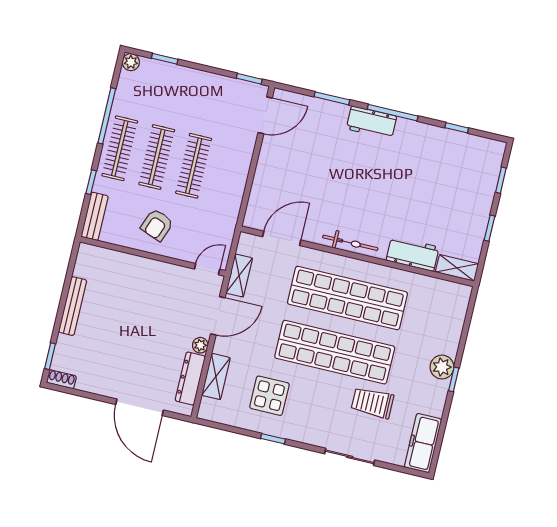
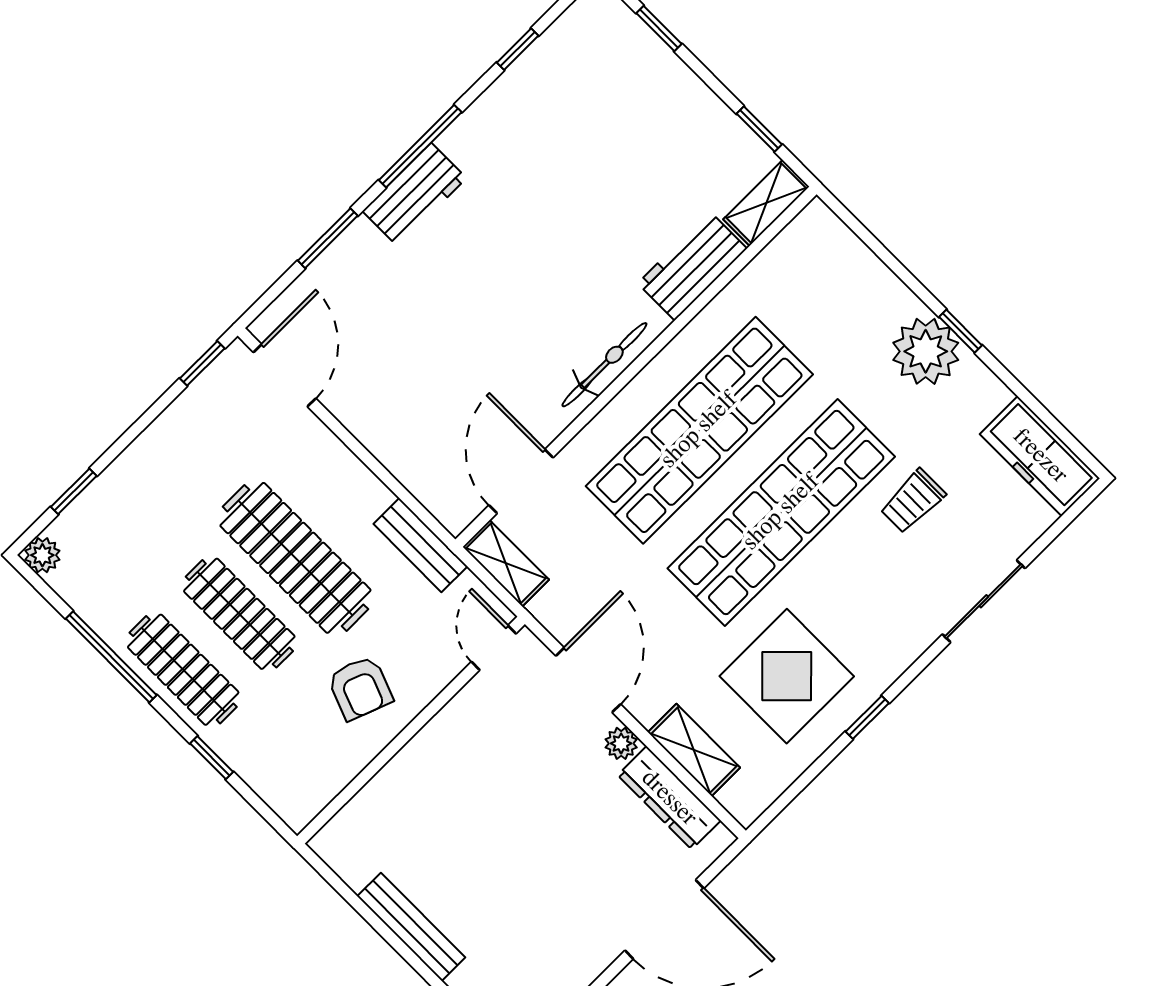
clothes rail: (194, 166) -> (295, 558), width x1.37, depth x1.31
bench: (95, 216) -> (420, 545), moved
window: (490, 228) -> (759, 129), moved
shelving: (239, 276) -> (506, 563), moved
plant: (442, 367) -> (926, 351), width x1.36, depth x1.36
display table: (269, 396) -> (787, 676), width x1.36, depth x1.36
trolley: (372, 403) -> (913, 501), width x0.73, depth x0.72

